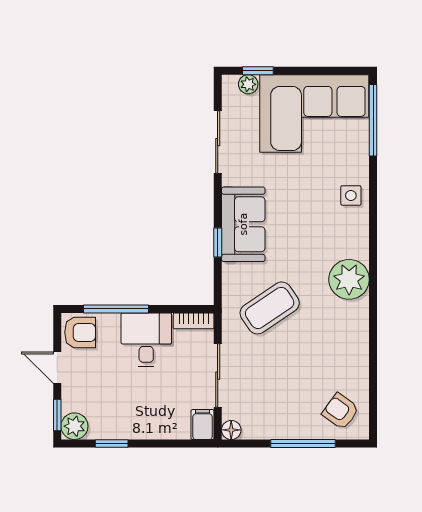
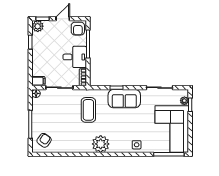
coffee table: (270, 308) -> (88, 110), turned 34

